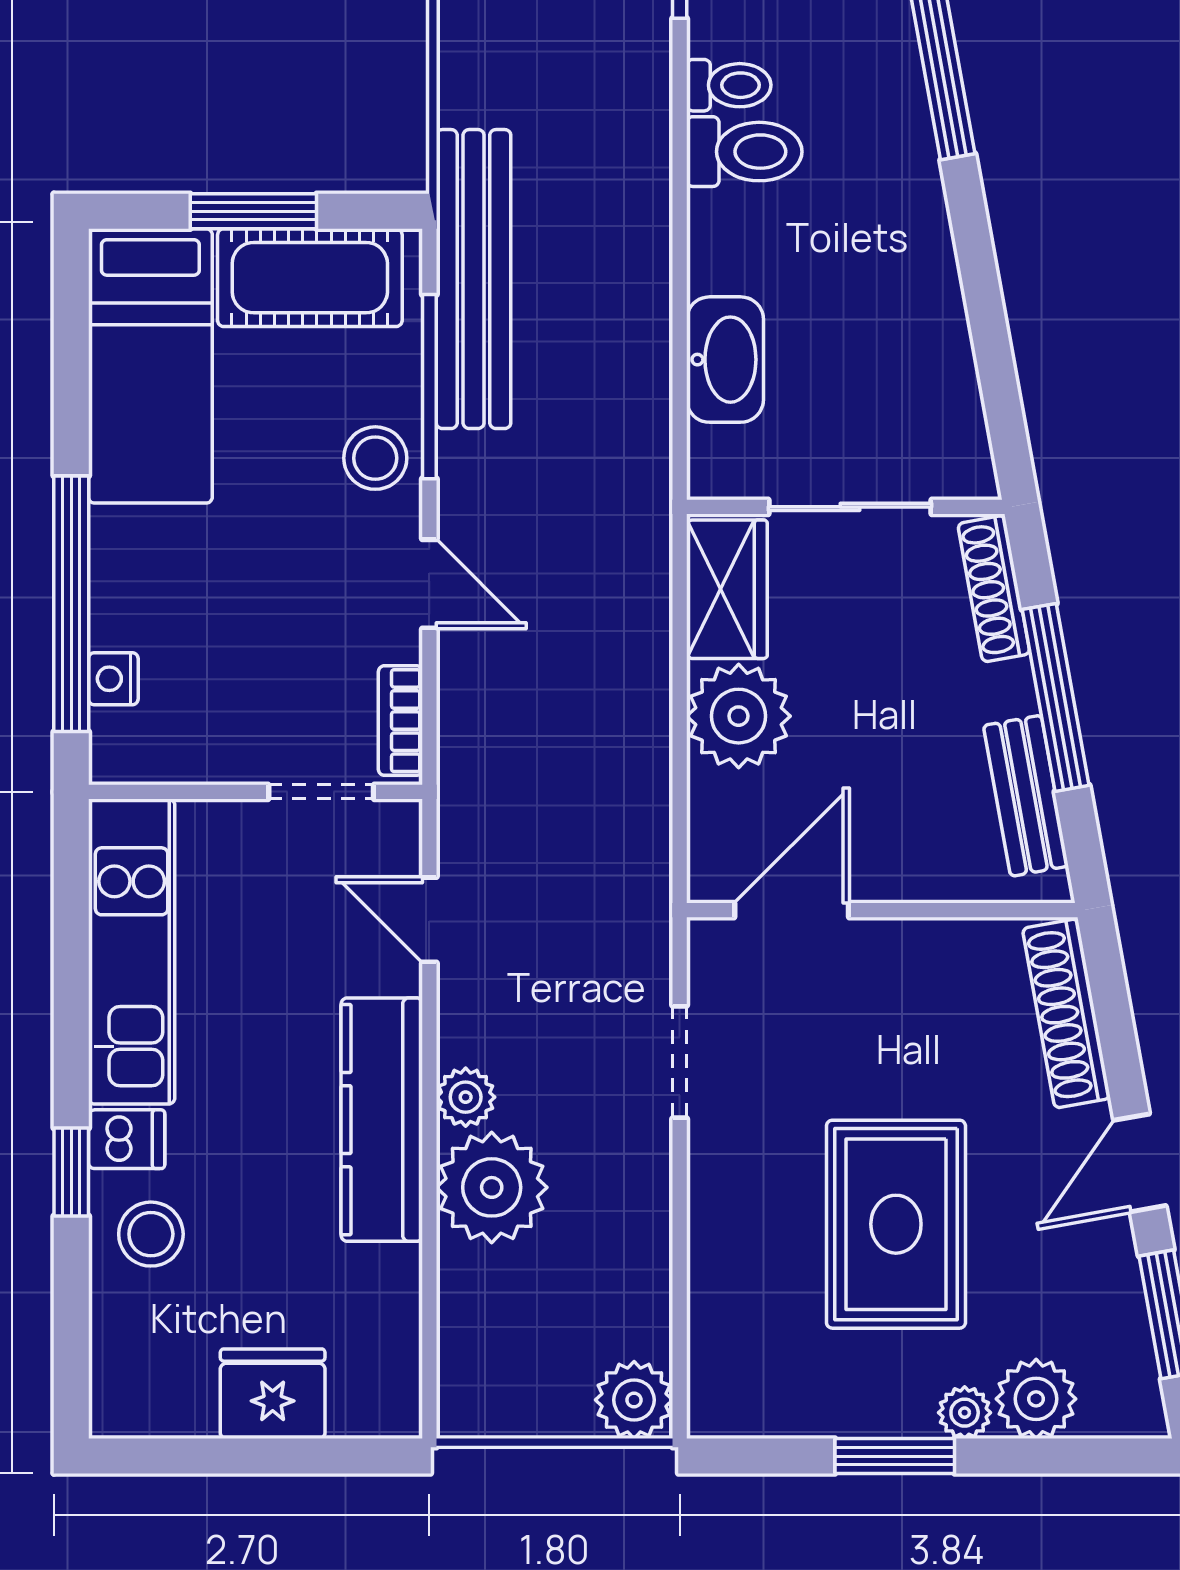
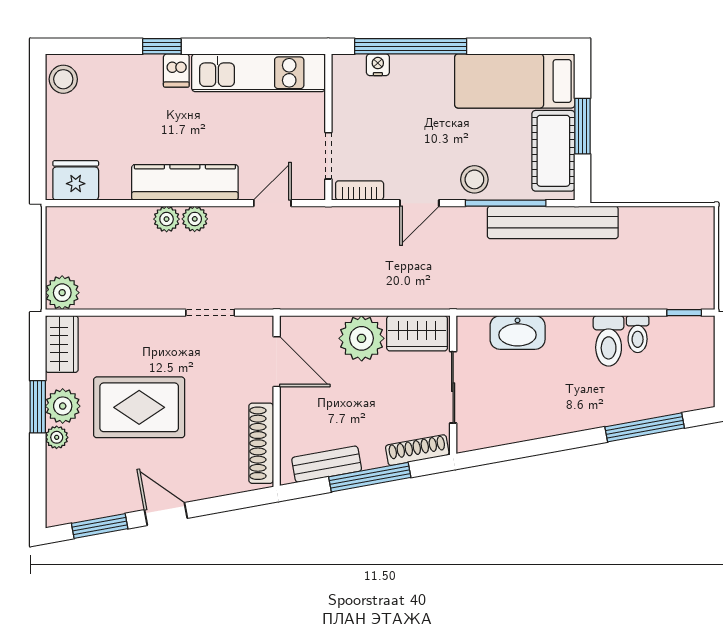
shoe rack: (1066, 1013) -> (261, 443), moved, turned -80
plant: (492, 1187) -> (167, 219), width x0.53, depth x0.53
stool: (151, 1234) -> (63, 79), moved
fridge: (273, 1394) -> (76, 180), moved, turned -90
plant: (1036, 1399) -> (63, 406), moved
wardrobe: (752, 1401) -> (62, 344), added

